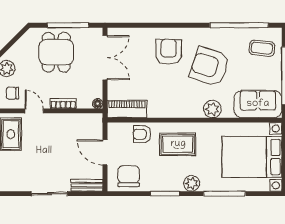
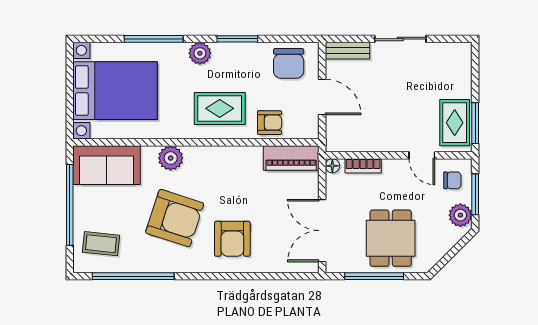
bookcase: (63, 104) -> (363, 166), moved

